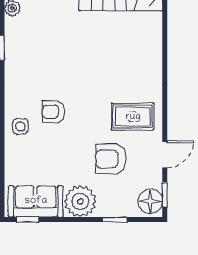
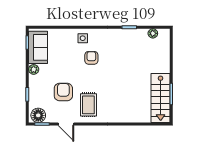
plant: (80, 201) -> (34, 69), width x0.53, depth x0.53

